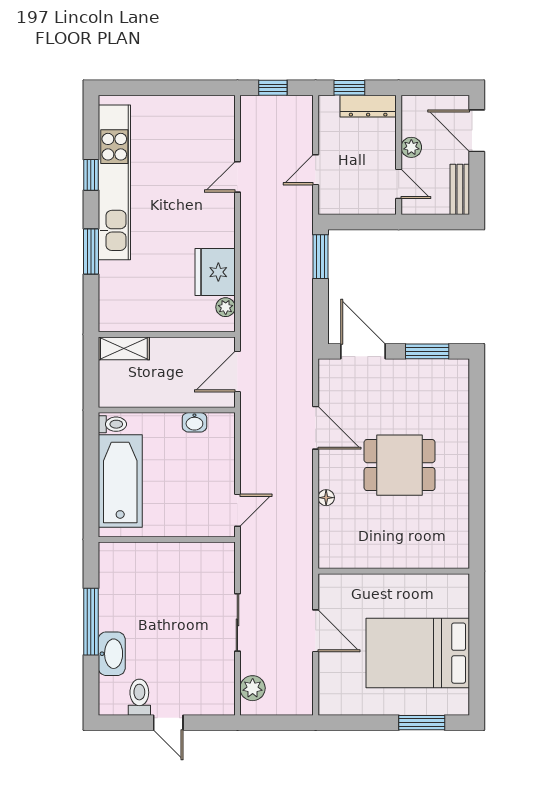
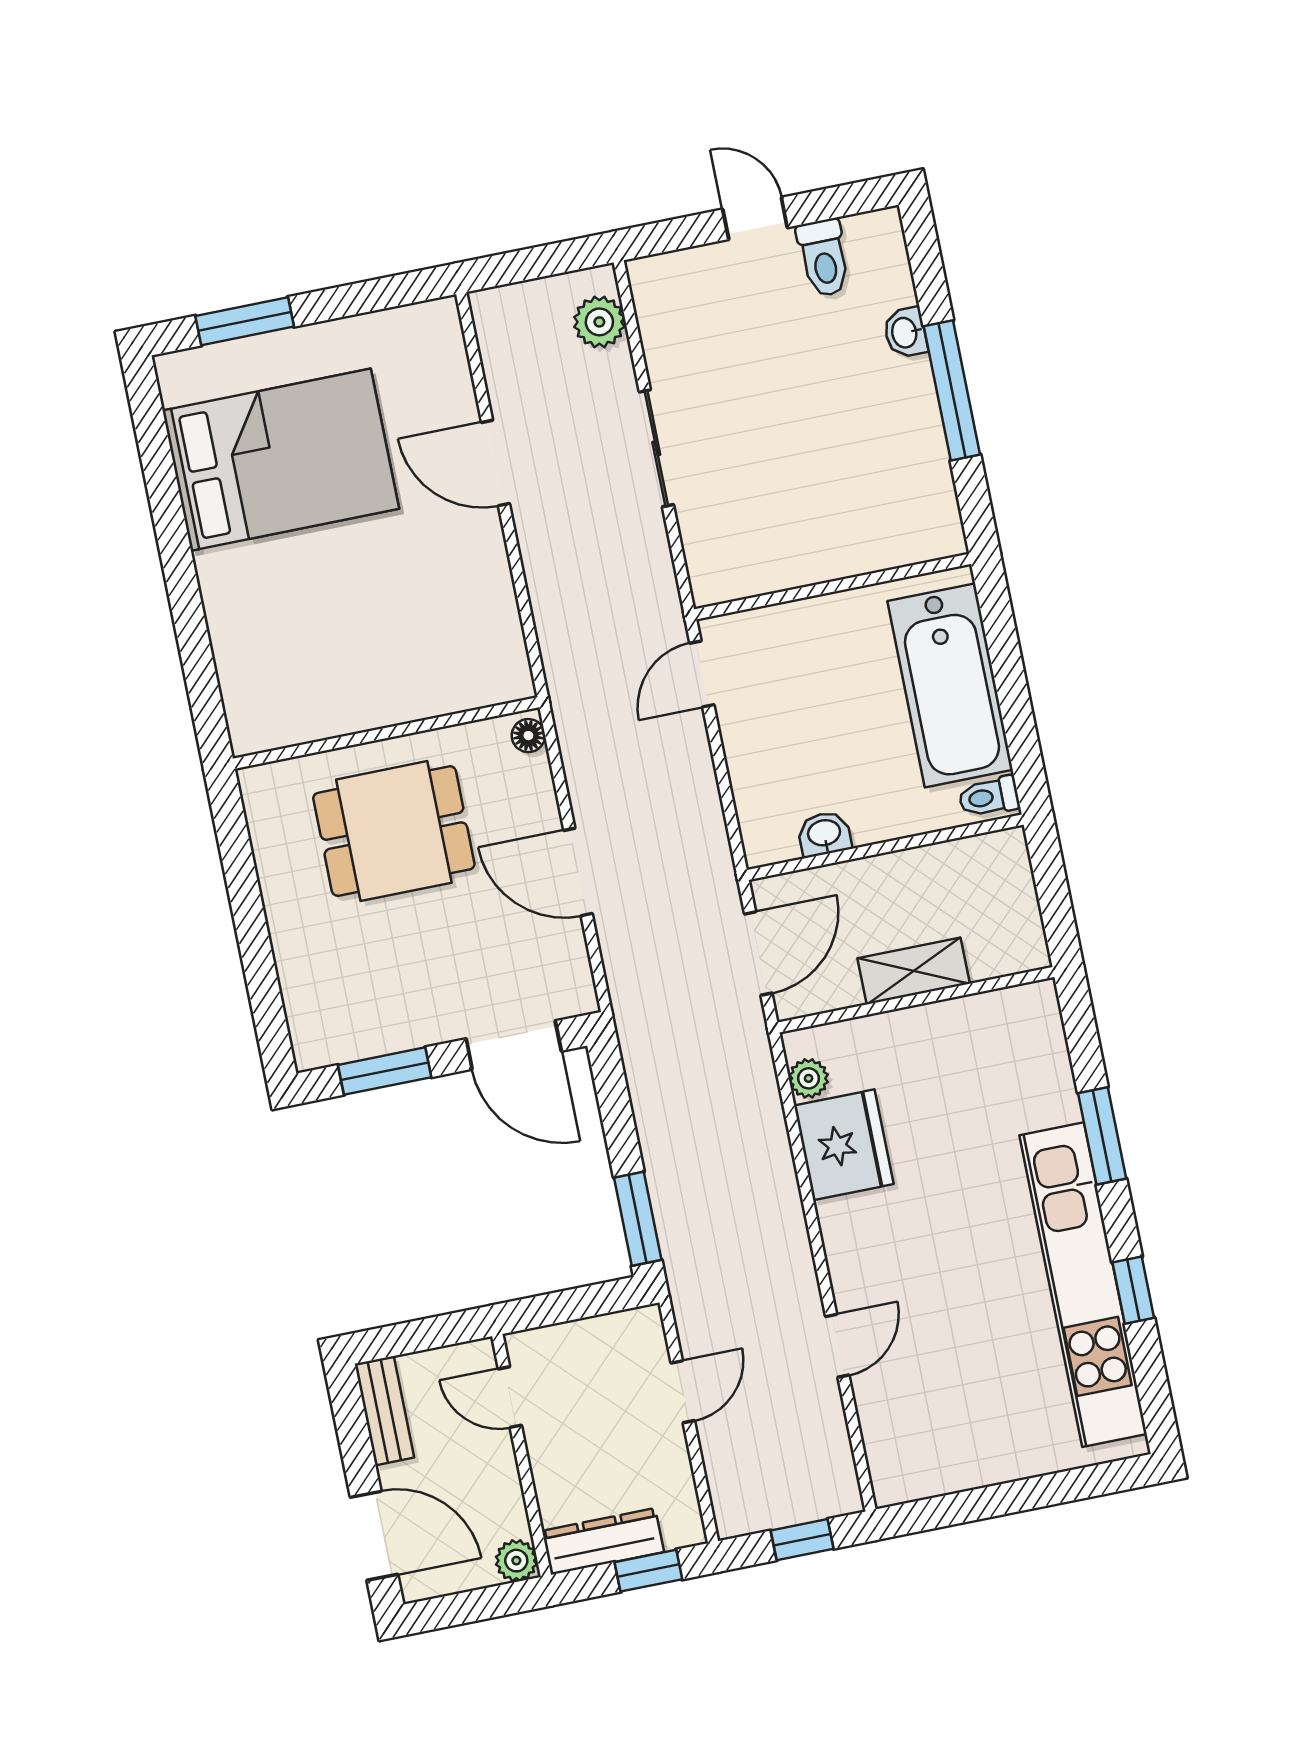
plant: (411, 147) -> (516, 1561), moved
shelving: (124, 348) -> (914, 971), moved
wall: (394, 571) -> (386, 733), moved
washbasin: (112, 654) -> (905, 332), width x0.52, depth x0.69

